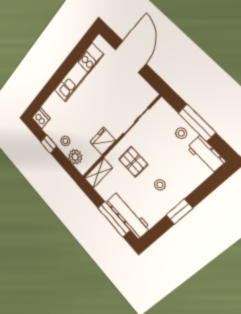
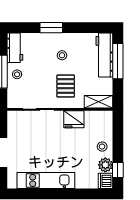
window: (49, 144) -> (118, 170), moved
plant: (75, 157) -> (105, 165), moved
window: (179, 212) -> (51, 28), moved

